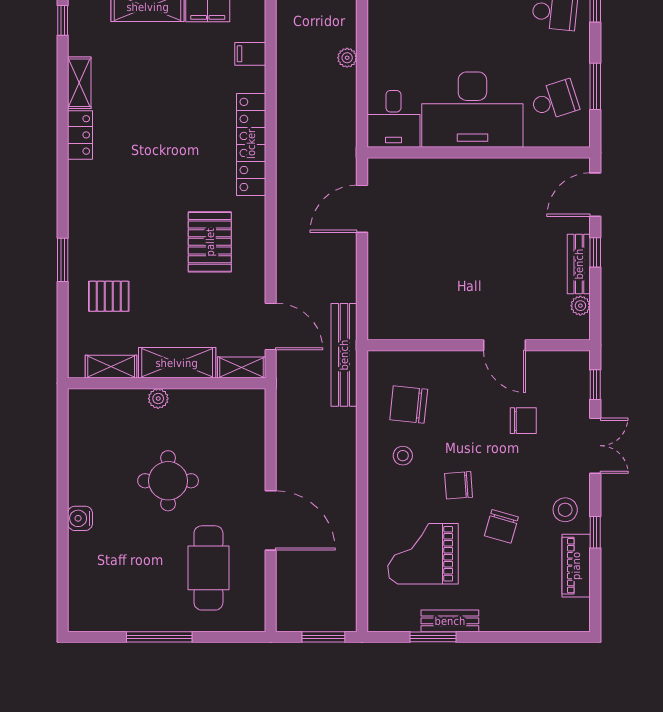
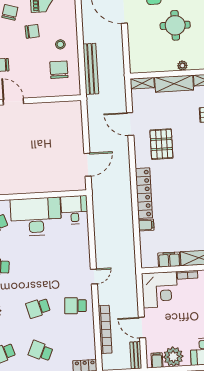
filing cabinet: (250, 54) -> (146, 225), moved
plant: (347, 58) -> (99, 239), removed
door: (271, 326) -> (130, 124), moved
bench: (344, 355) -> (91, 69), moved
chair: (409, 405) -> (59, 70), turned -96

